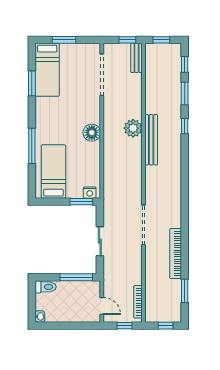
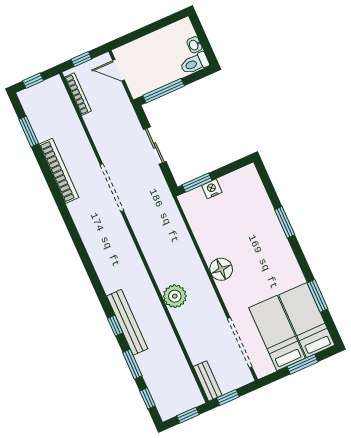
bench: (151, 140) -> (127, 322), moved
window: (32, 146) -> (285, 222), width x0.69
bed: (53, 171) -> (277, 333), moved, turned 180
nightstand: (90, 193) -> (212, 189), moved
washbasin: (40, 316) -> (194, 45), moved

